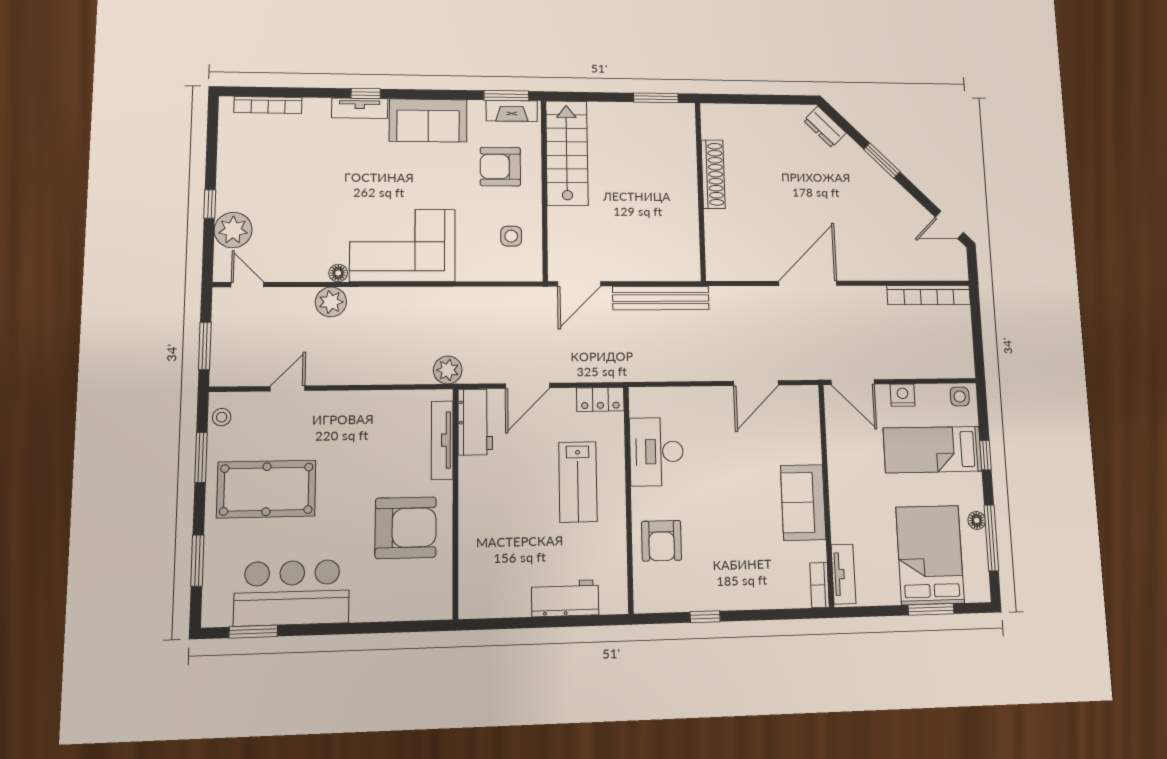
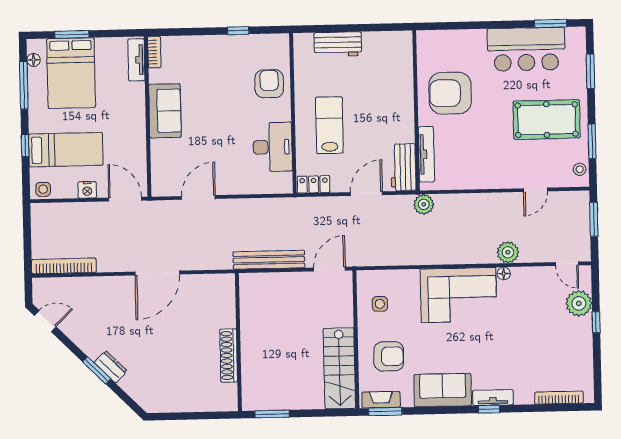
dresser: (825, 127) -> (111, 367), moved
floor lamp: (977, 520) -> (33, 60), moved

